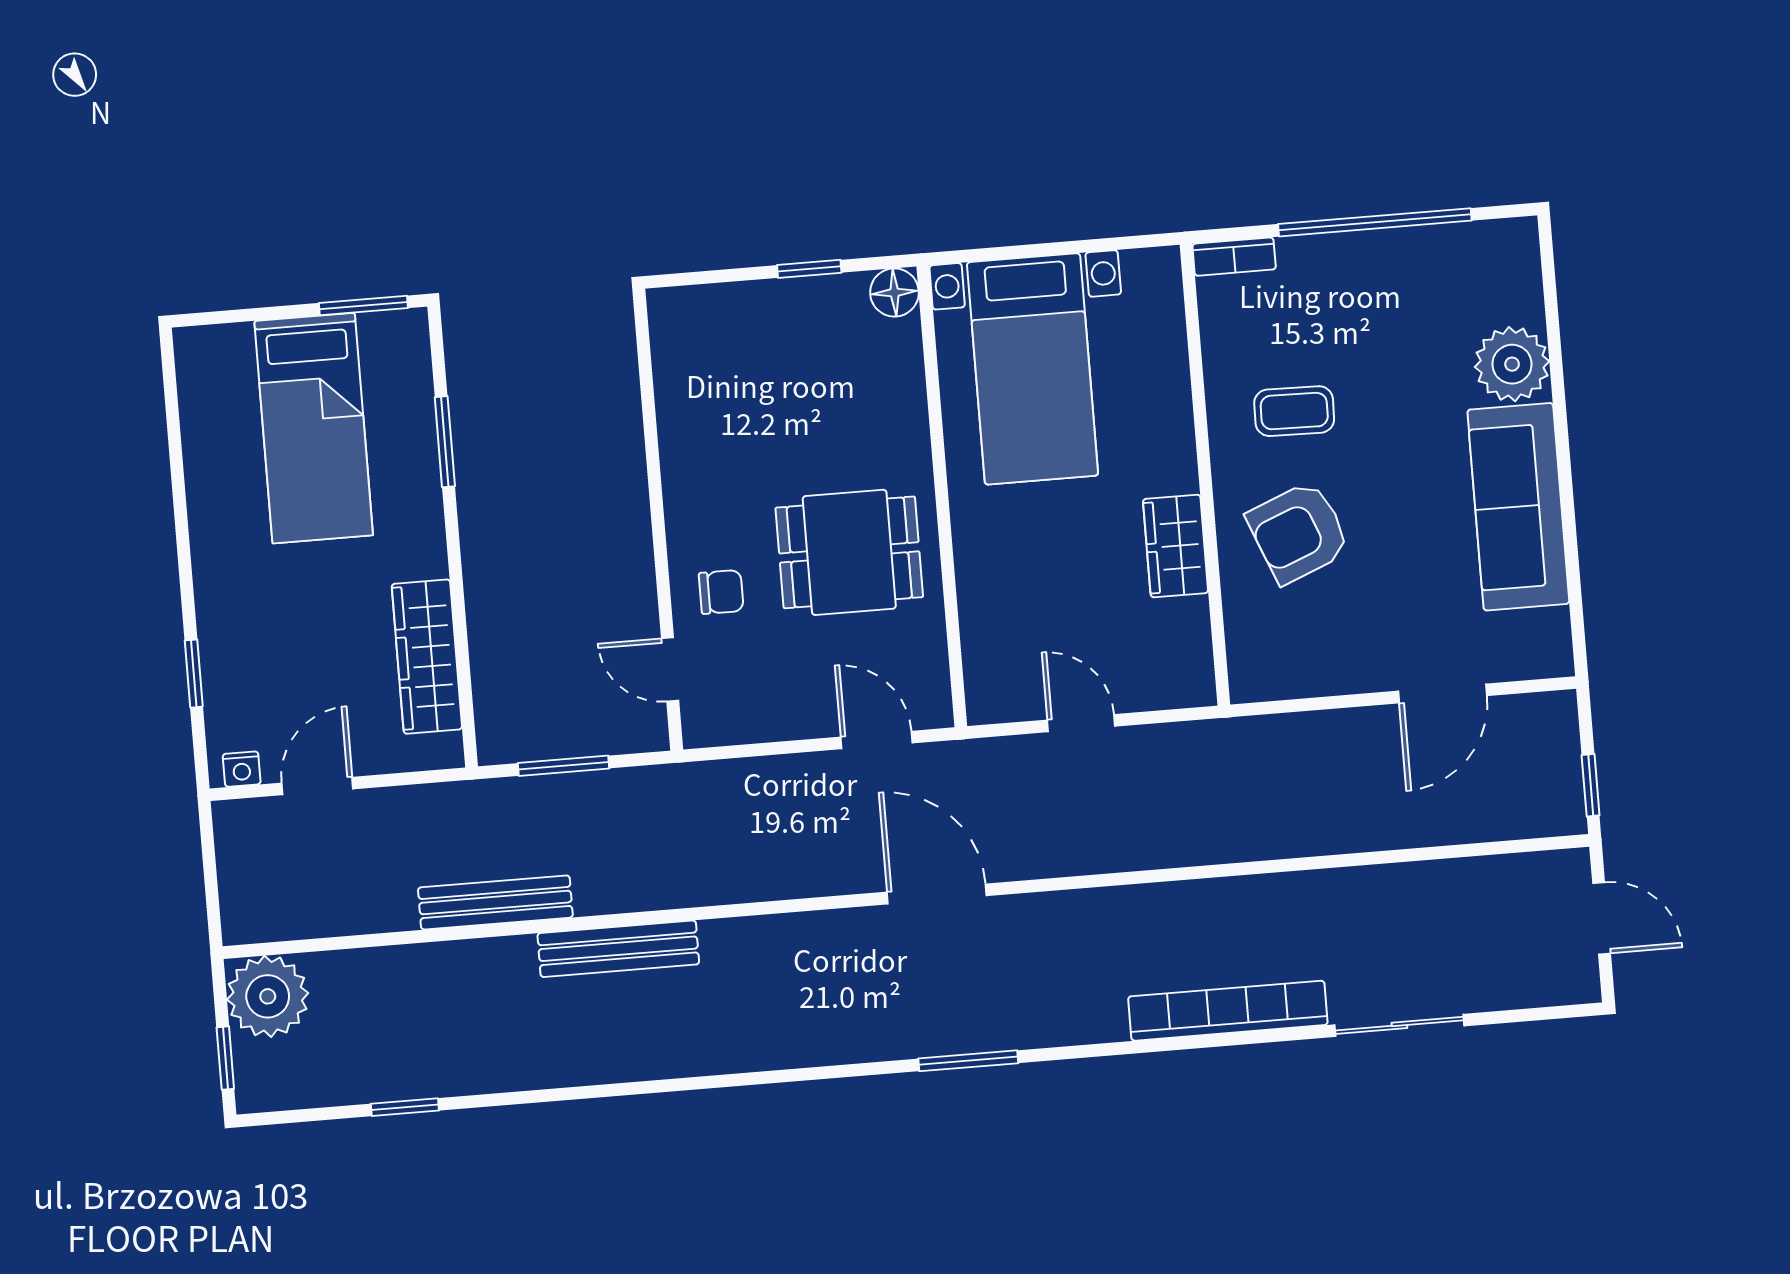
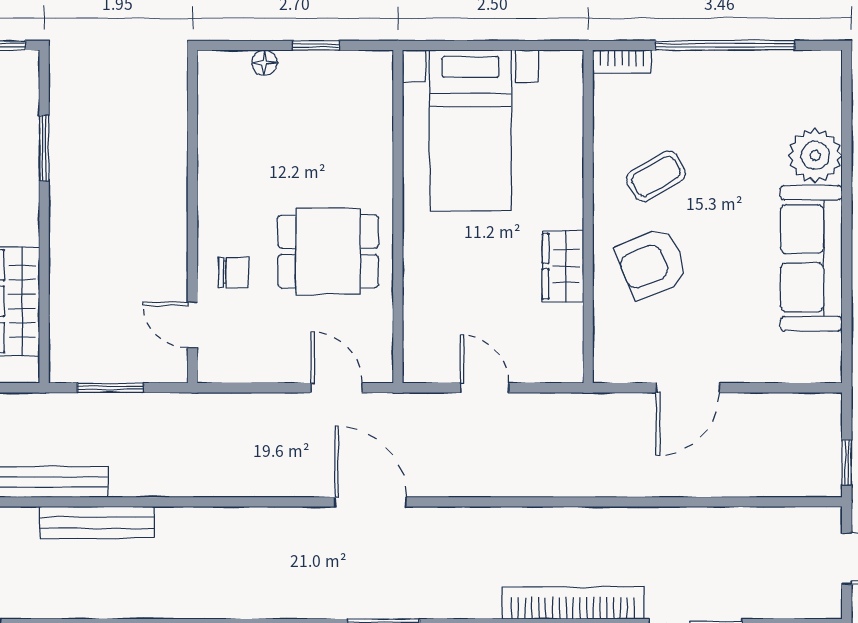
floor lamp: (894, 293) -> (264, 63), moved, width x0.73, depth x0.73
coffee table: (1294, 411) -> (656, 176), turned -31
door: (1443, 693) -> (688, 388), moved
bench: (618, 949) -> (97, 523), moved

